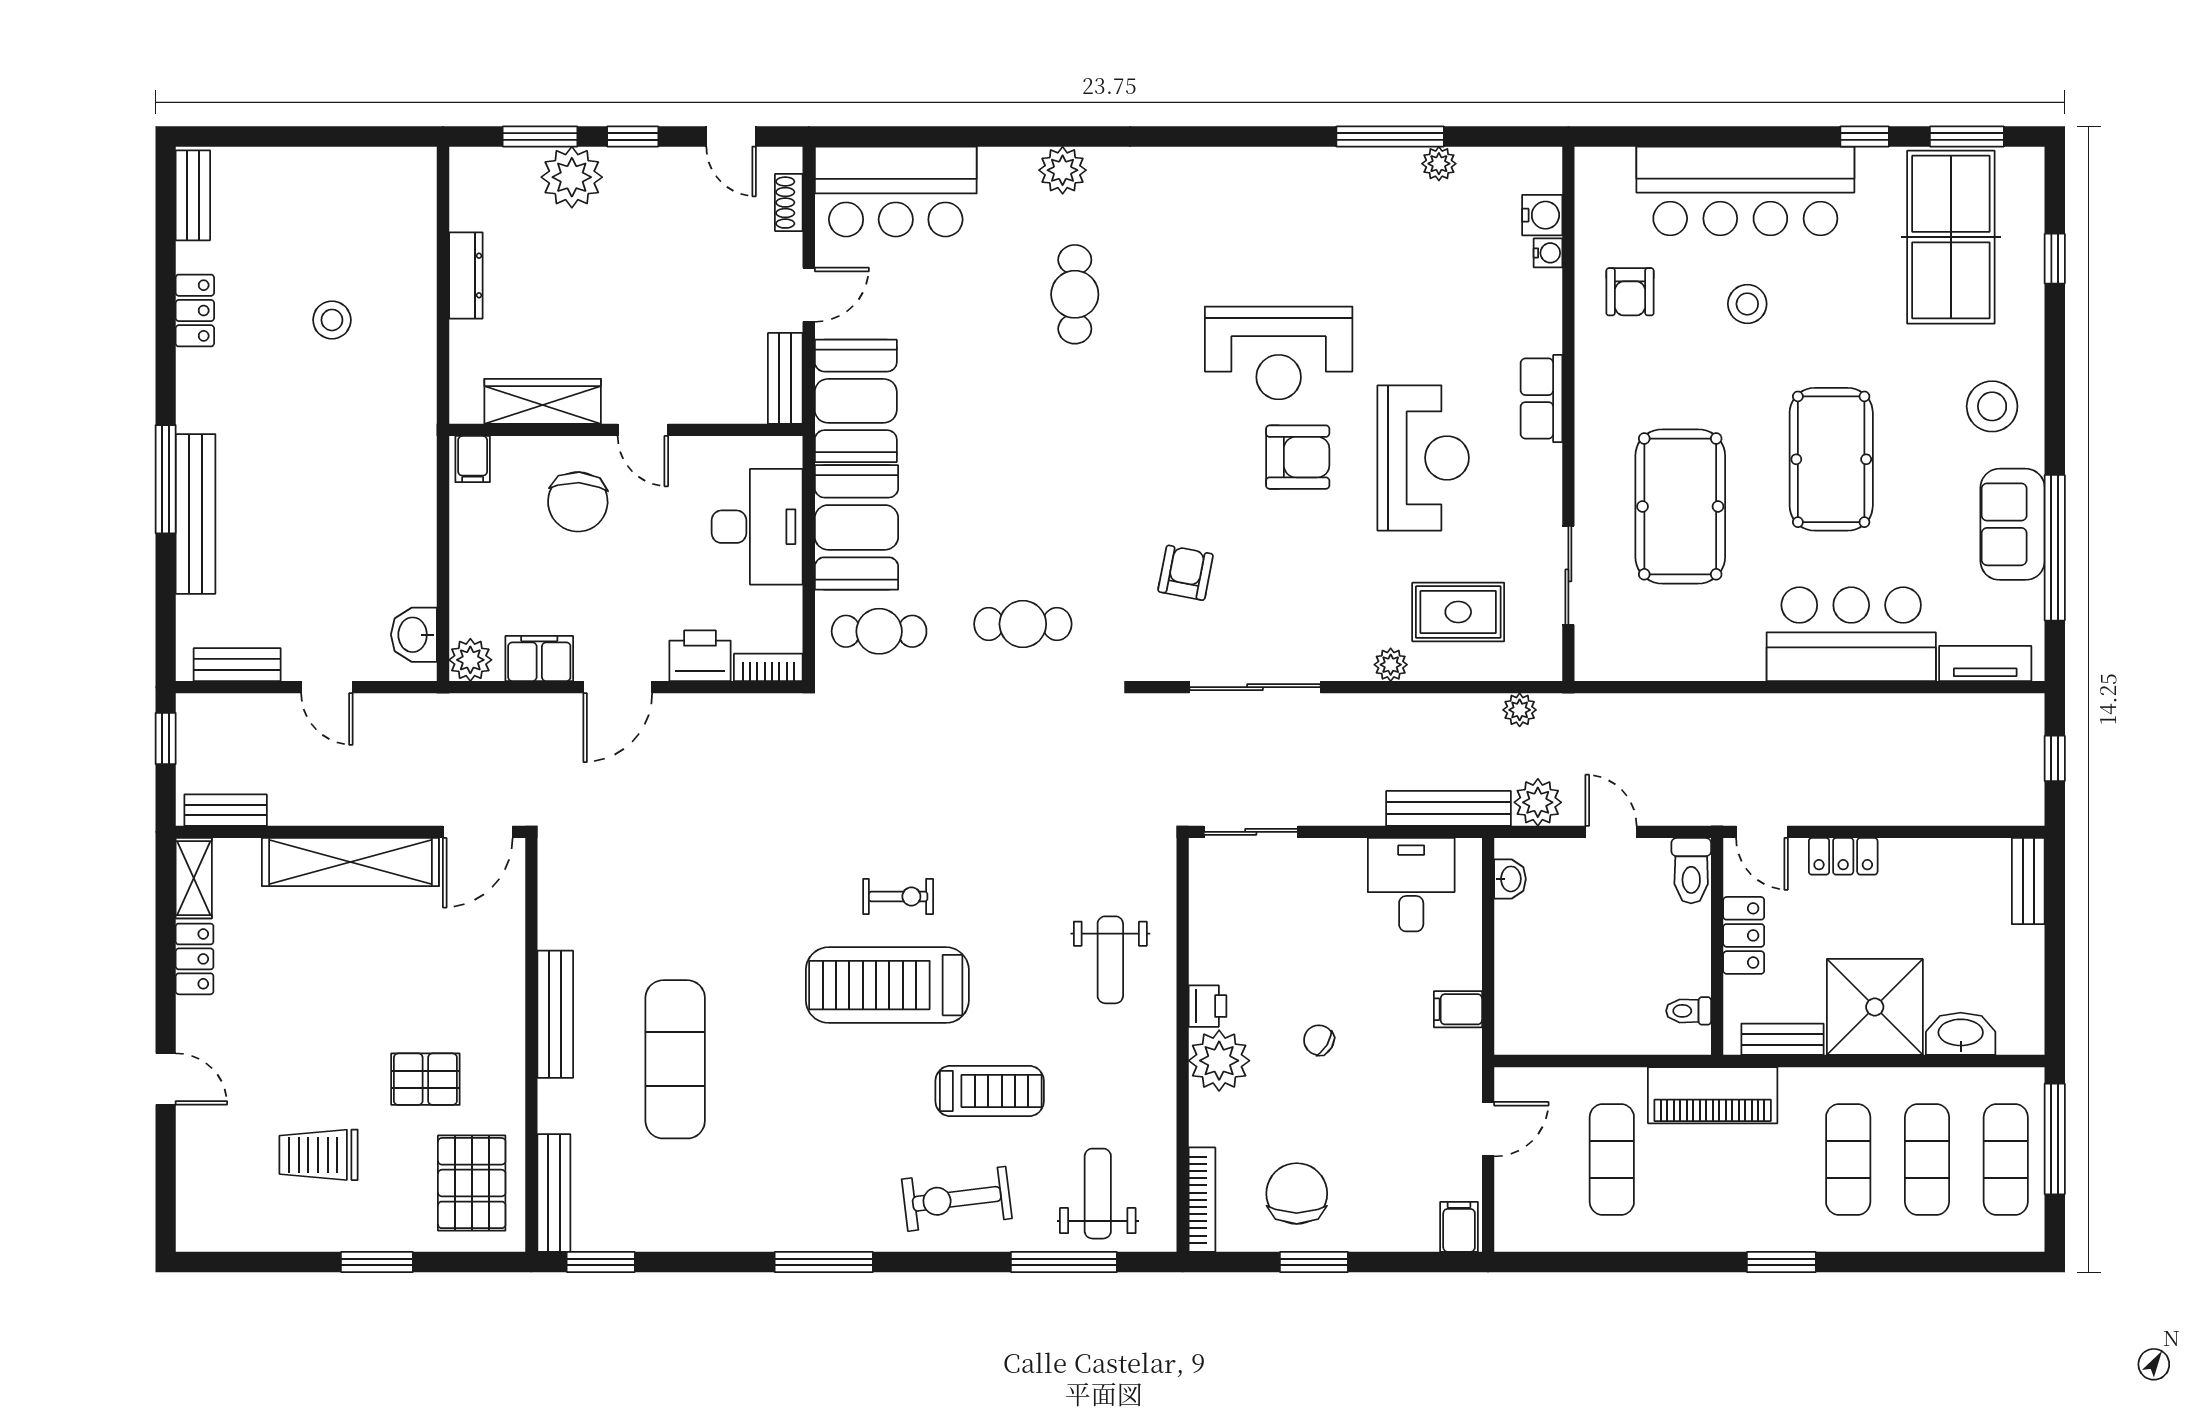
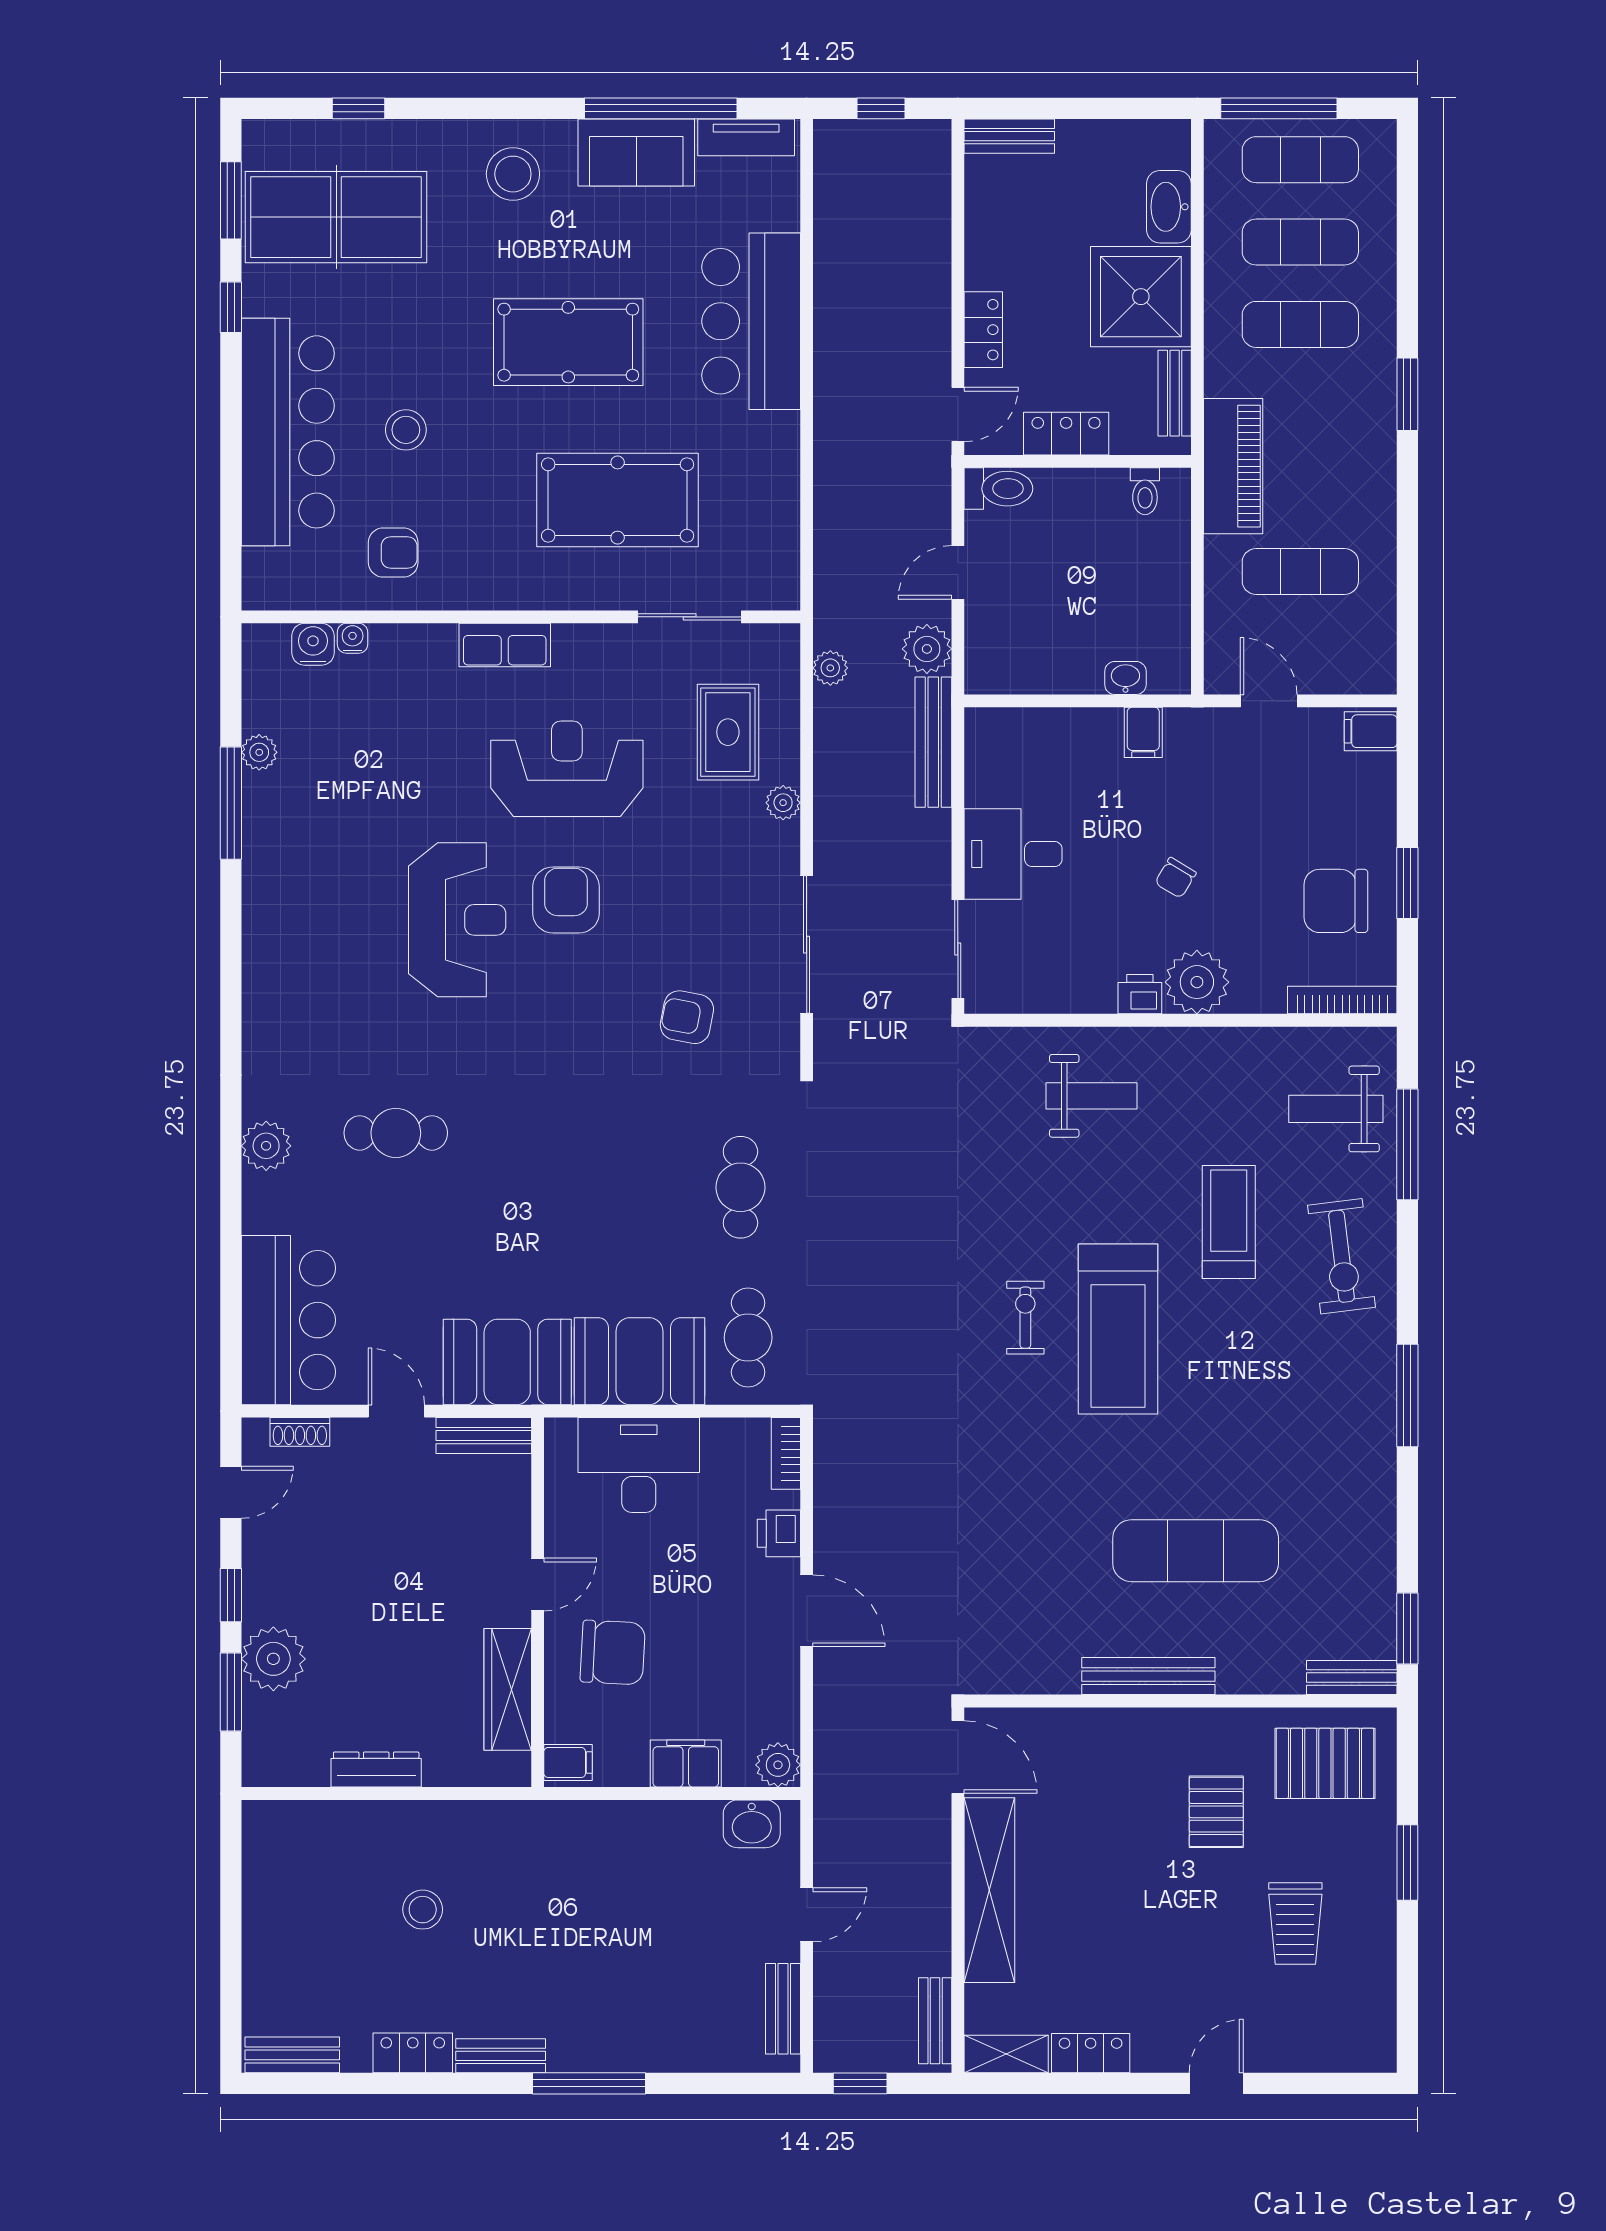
bench: (196, 514) -> (501, 2056), moved, width x0.54, depth x0.82
printer: (700, 656) -> (779, 1533), width x0.73, depth x0.81
filing cabinet: (539, 659) -> (686, 1764), moved, turned 90
tv unit: (1985, 664) -> (746, 137), moved, turned -90
washbasin: (1510, 879) -> (1125, 678), moved
desk: (1411, 885) -> (1013, 854), moved
bench: (554, 1193) -> (1352, 1678), width x0.73

